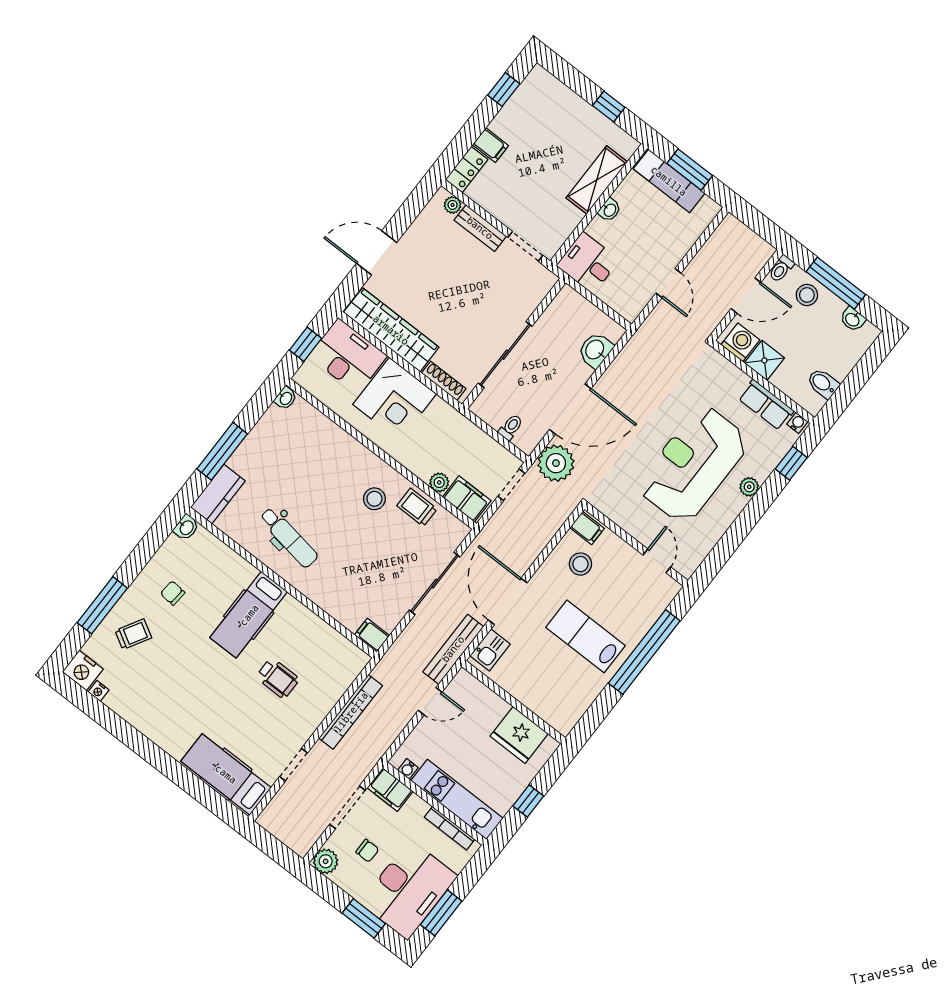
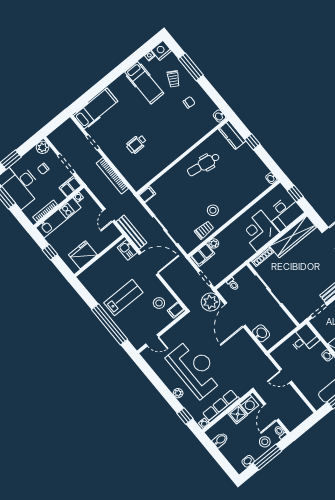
row of seats: (766, 405) -> (221, 406), width x1.48
window: (222, 451) -> (252, 142), width x0.46
hospital bed: (249, 615) -> (144, 83), moved, turned 180

